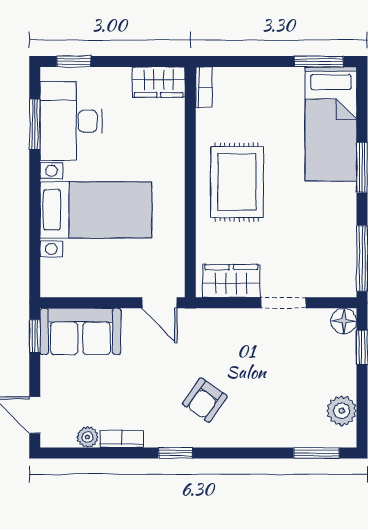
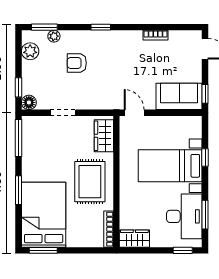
bookcase: (204, 87) -> (109, 229), width x1.56
bed: (331, 124) -> (44, 215), width x1.50
window: (35, 224) -> (205, 157), added
wardrobe: (231, 281) -> (104, 136), moved, turned 90
armchair: (205, 400) -> (77, 63), moved, turned -125
plant: (88, 437) -> (54, 36), moved
window: (175, 453) -> (101, 27), moved

